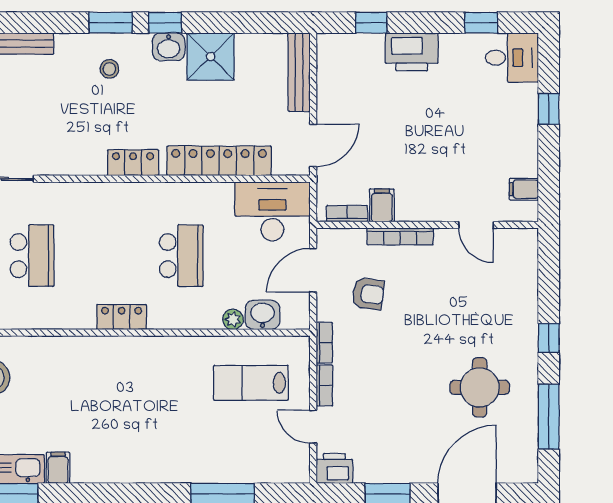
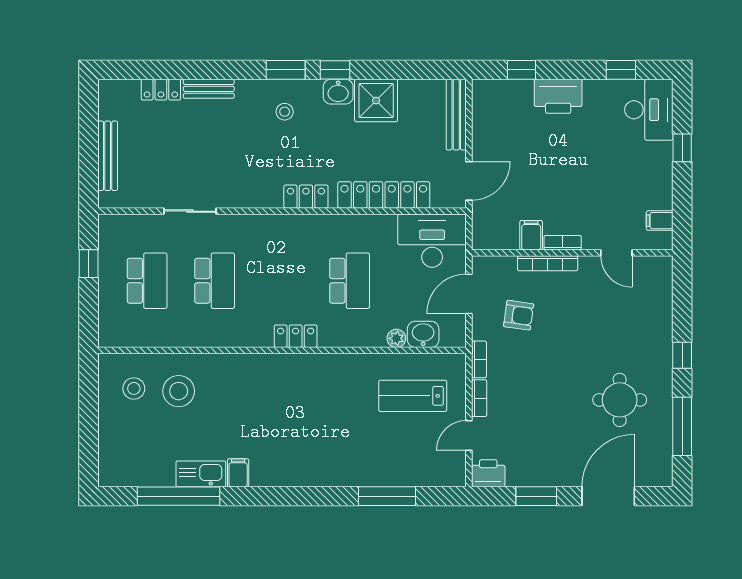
desk: (512, 58) -> (649, 110), width x1.37
bookcase: (347, 214) -> (563, 243), moved
door: (313, 427) -> (469, 436), hinge flipped

